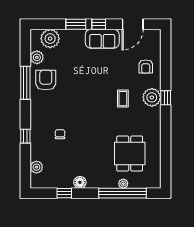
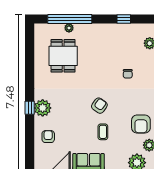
coffee table: (123, 99) -> (103, 132), moved
armchair: (91, 100) -> (99, 106), added
floor lamp: (80, 182) -> (109, 29), removed

